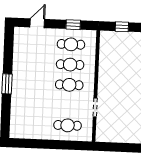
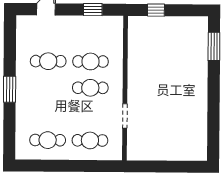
cafe table: (71, 44) -> (48, 61), moved
cafe table: (35, 124) -> (48, 140), added

